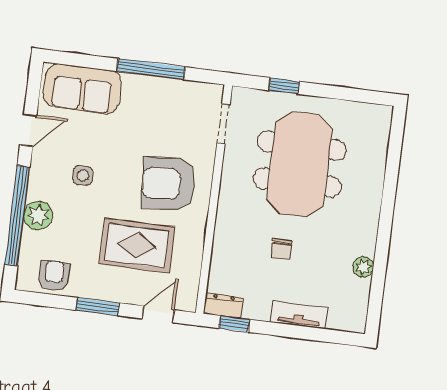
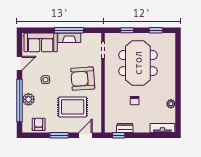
fireplace: (149, 86) -> (69, 38), added
window: (350, 94) -> (156, 30), added
dresser: (223, 306) -> (125, 128), moved
tv unit: (299, 315) -> (162, 128), moved

